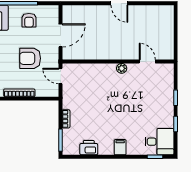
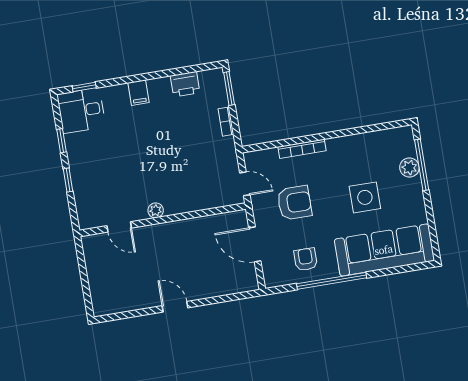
door: (61, 35) -> (255, 244), hinge flipped

